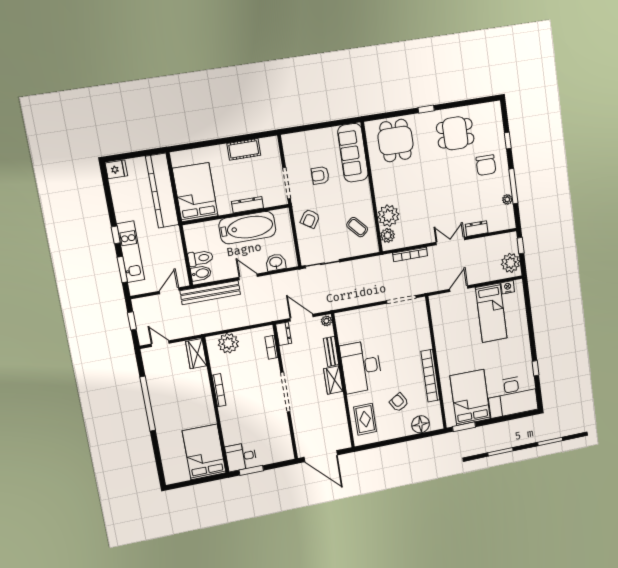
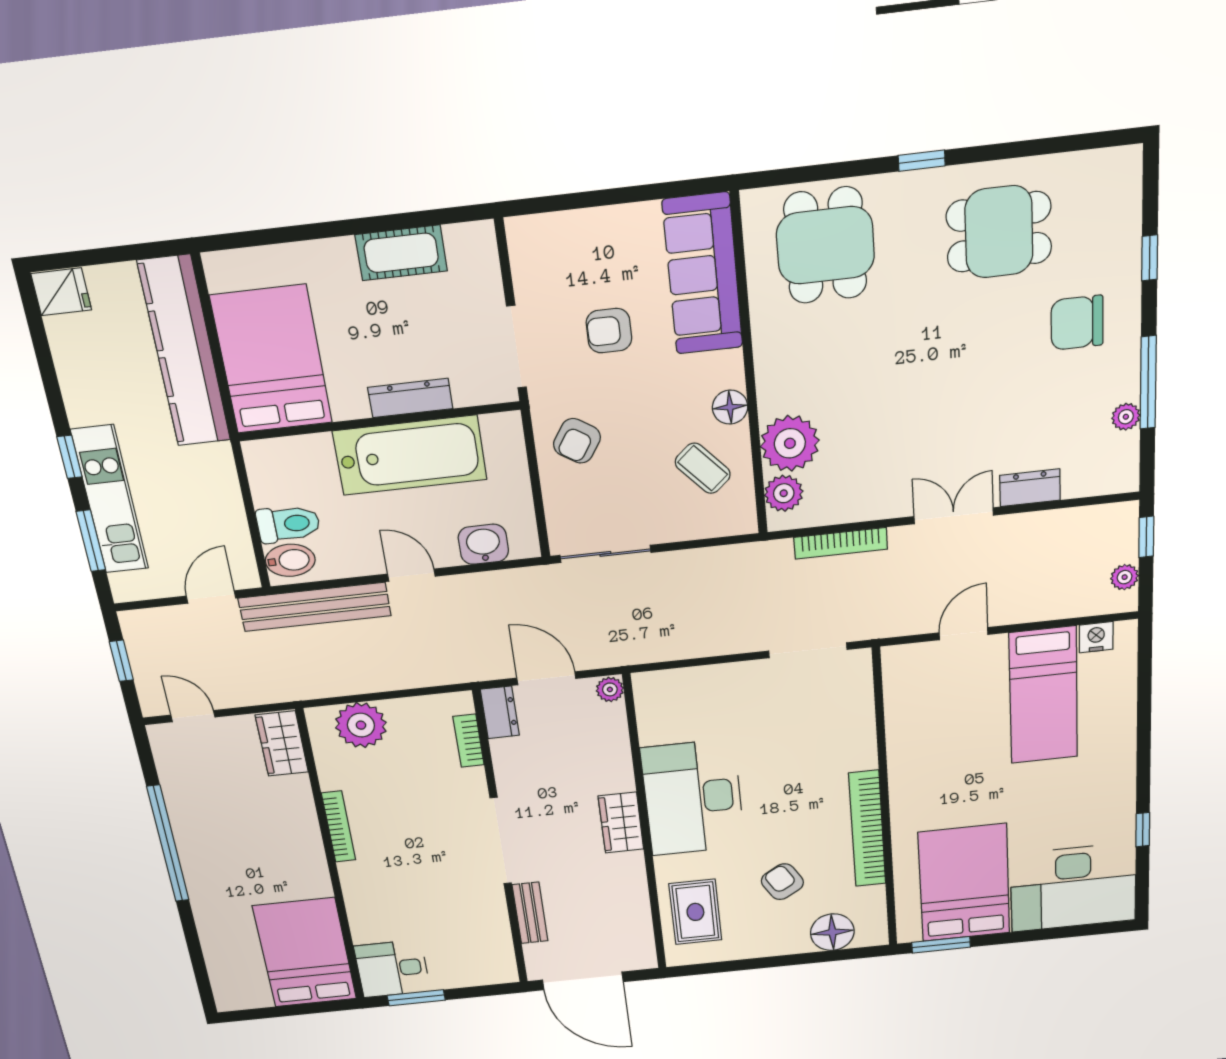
chair: (486, 165) -> (1077, 323), turned 90
floor lamp: (366, 203) -> (730, 407), added
plant: (511, 263) -> (1125, 577), width x0.53, depth x0.53
bench: (331, 351) -> (530, 913), moved

